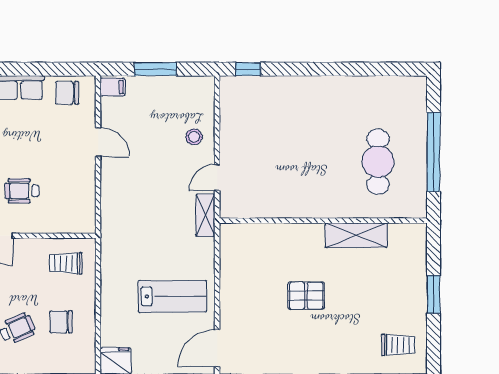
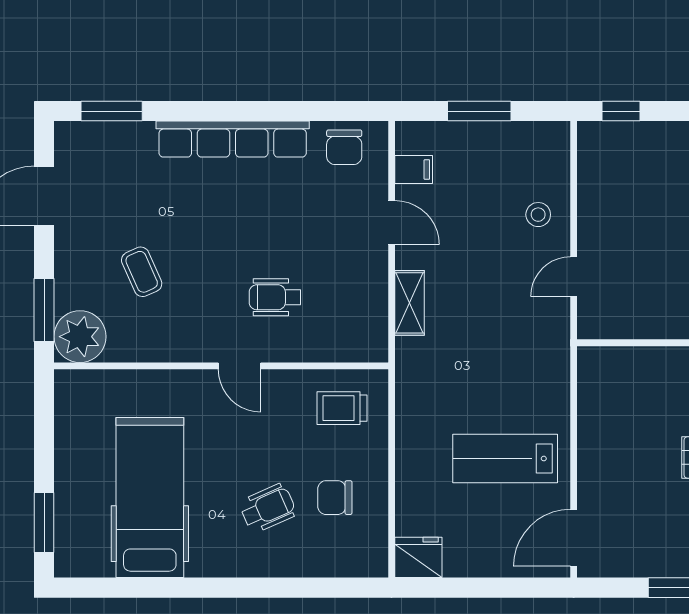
filing cabinet: (113, 87) -> (414, 170), moved
chair: (67, 93) -> (344, 147), turned -90
shelving: (205, 215) -> (410, 303), moved
lab bench: (172, 296) -> (505, 459), turned 180

